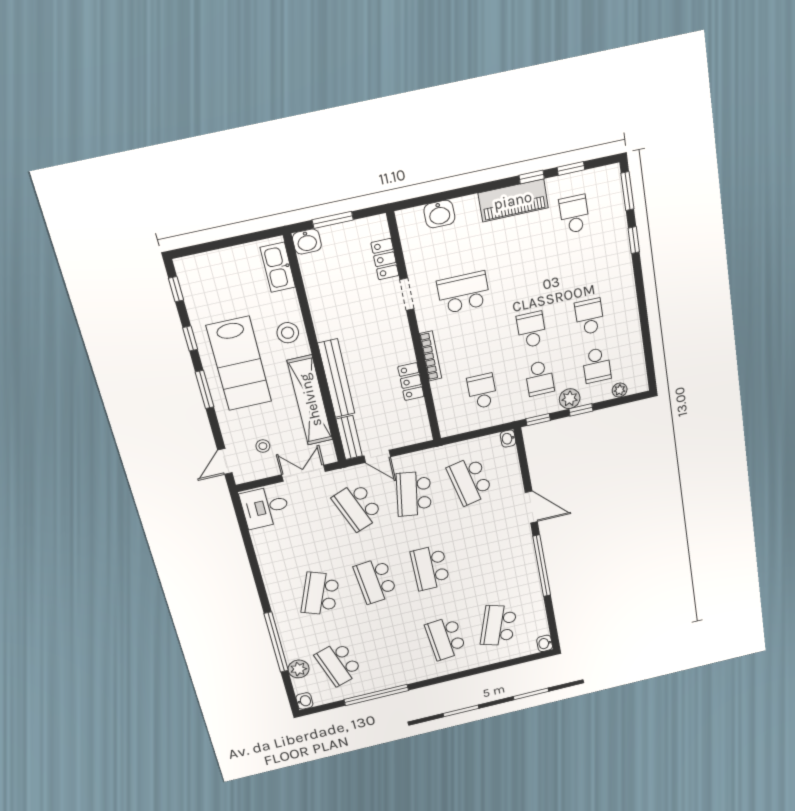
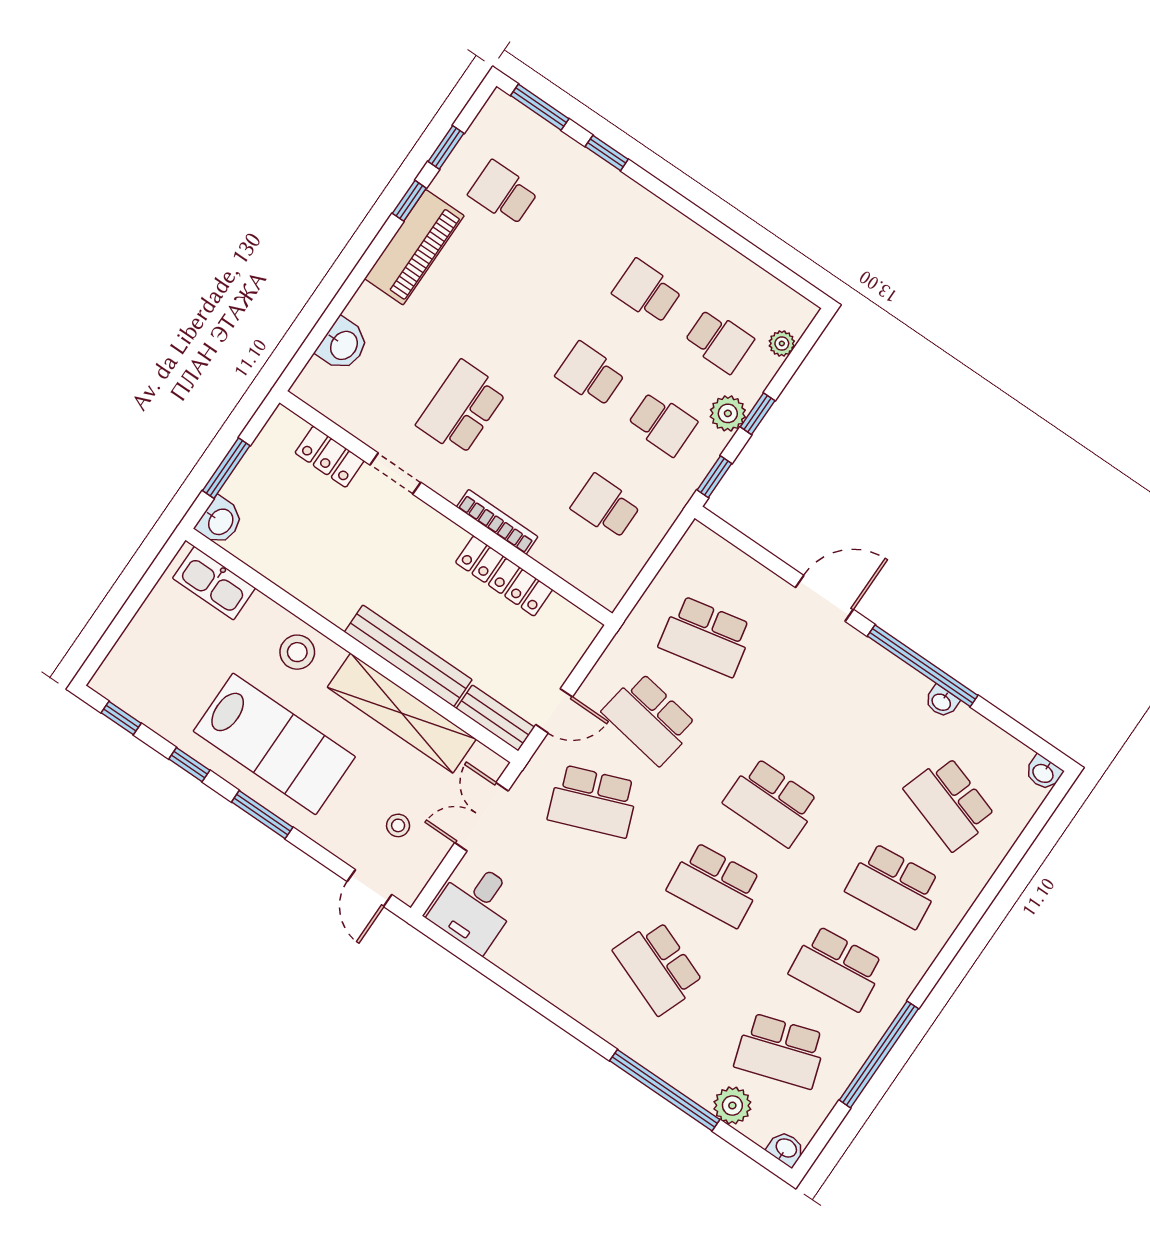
locker: (411, 382) -> (504, 576), width x1.53
washbasin: (508, 439) -> (942, 702), moved
school desk: (392, 651) -> (837, 968), added

